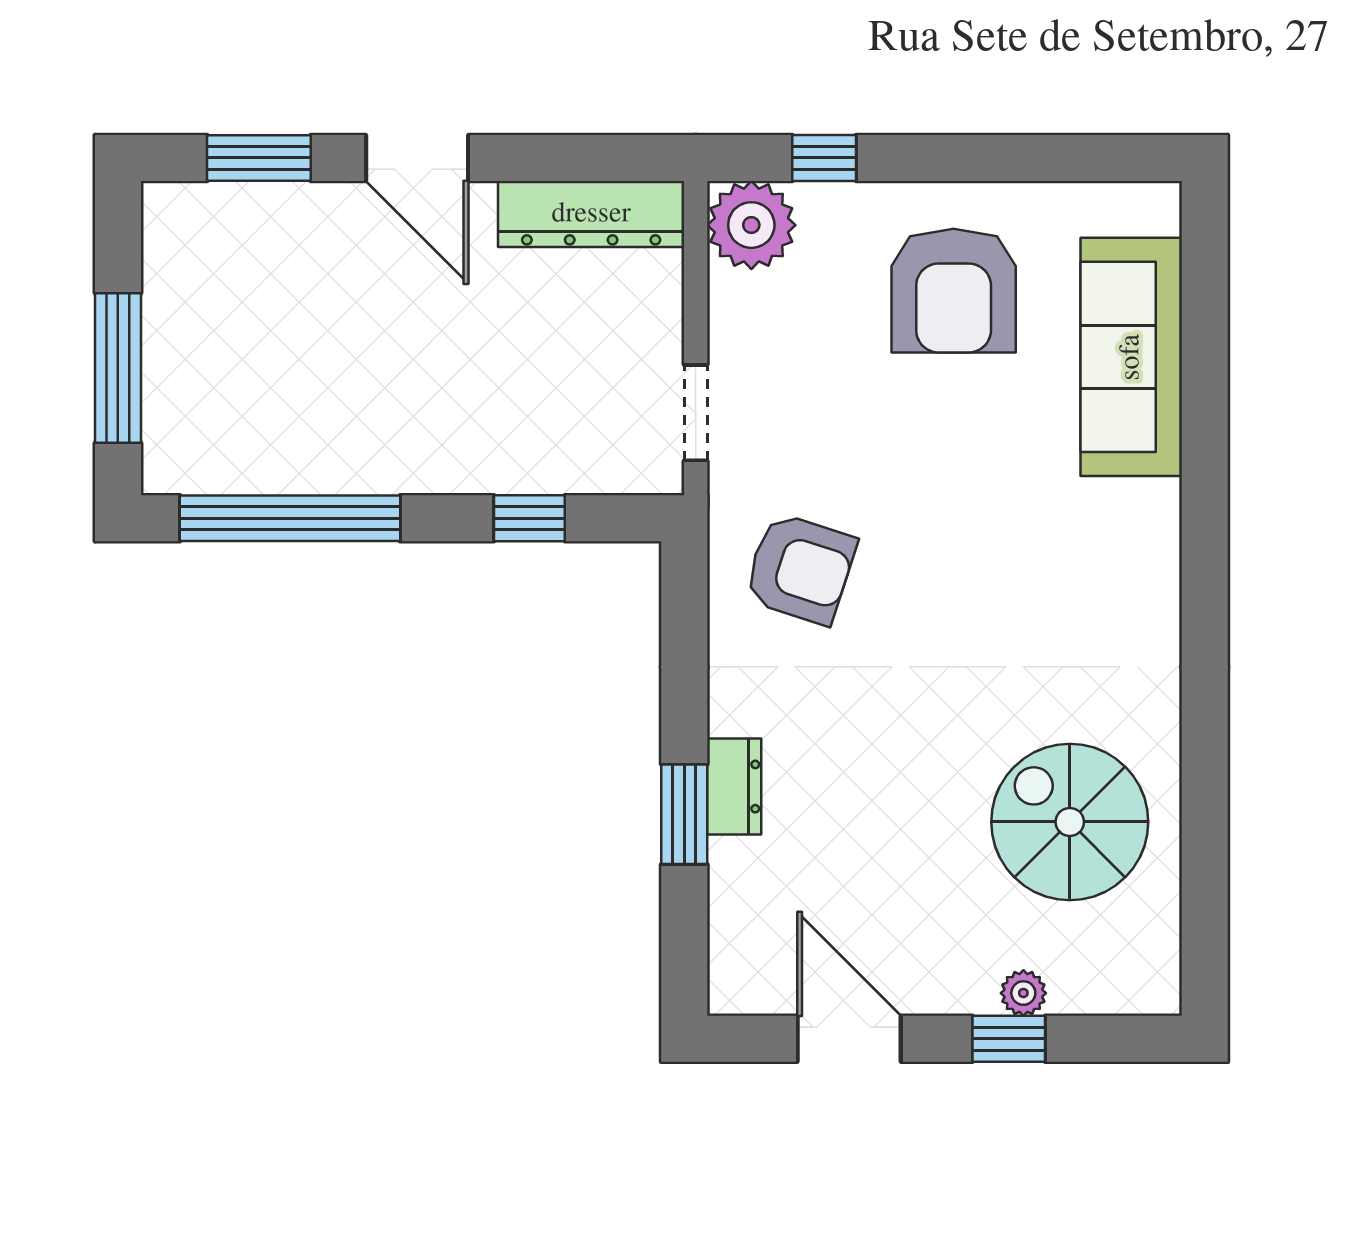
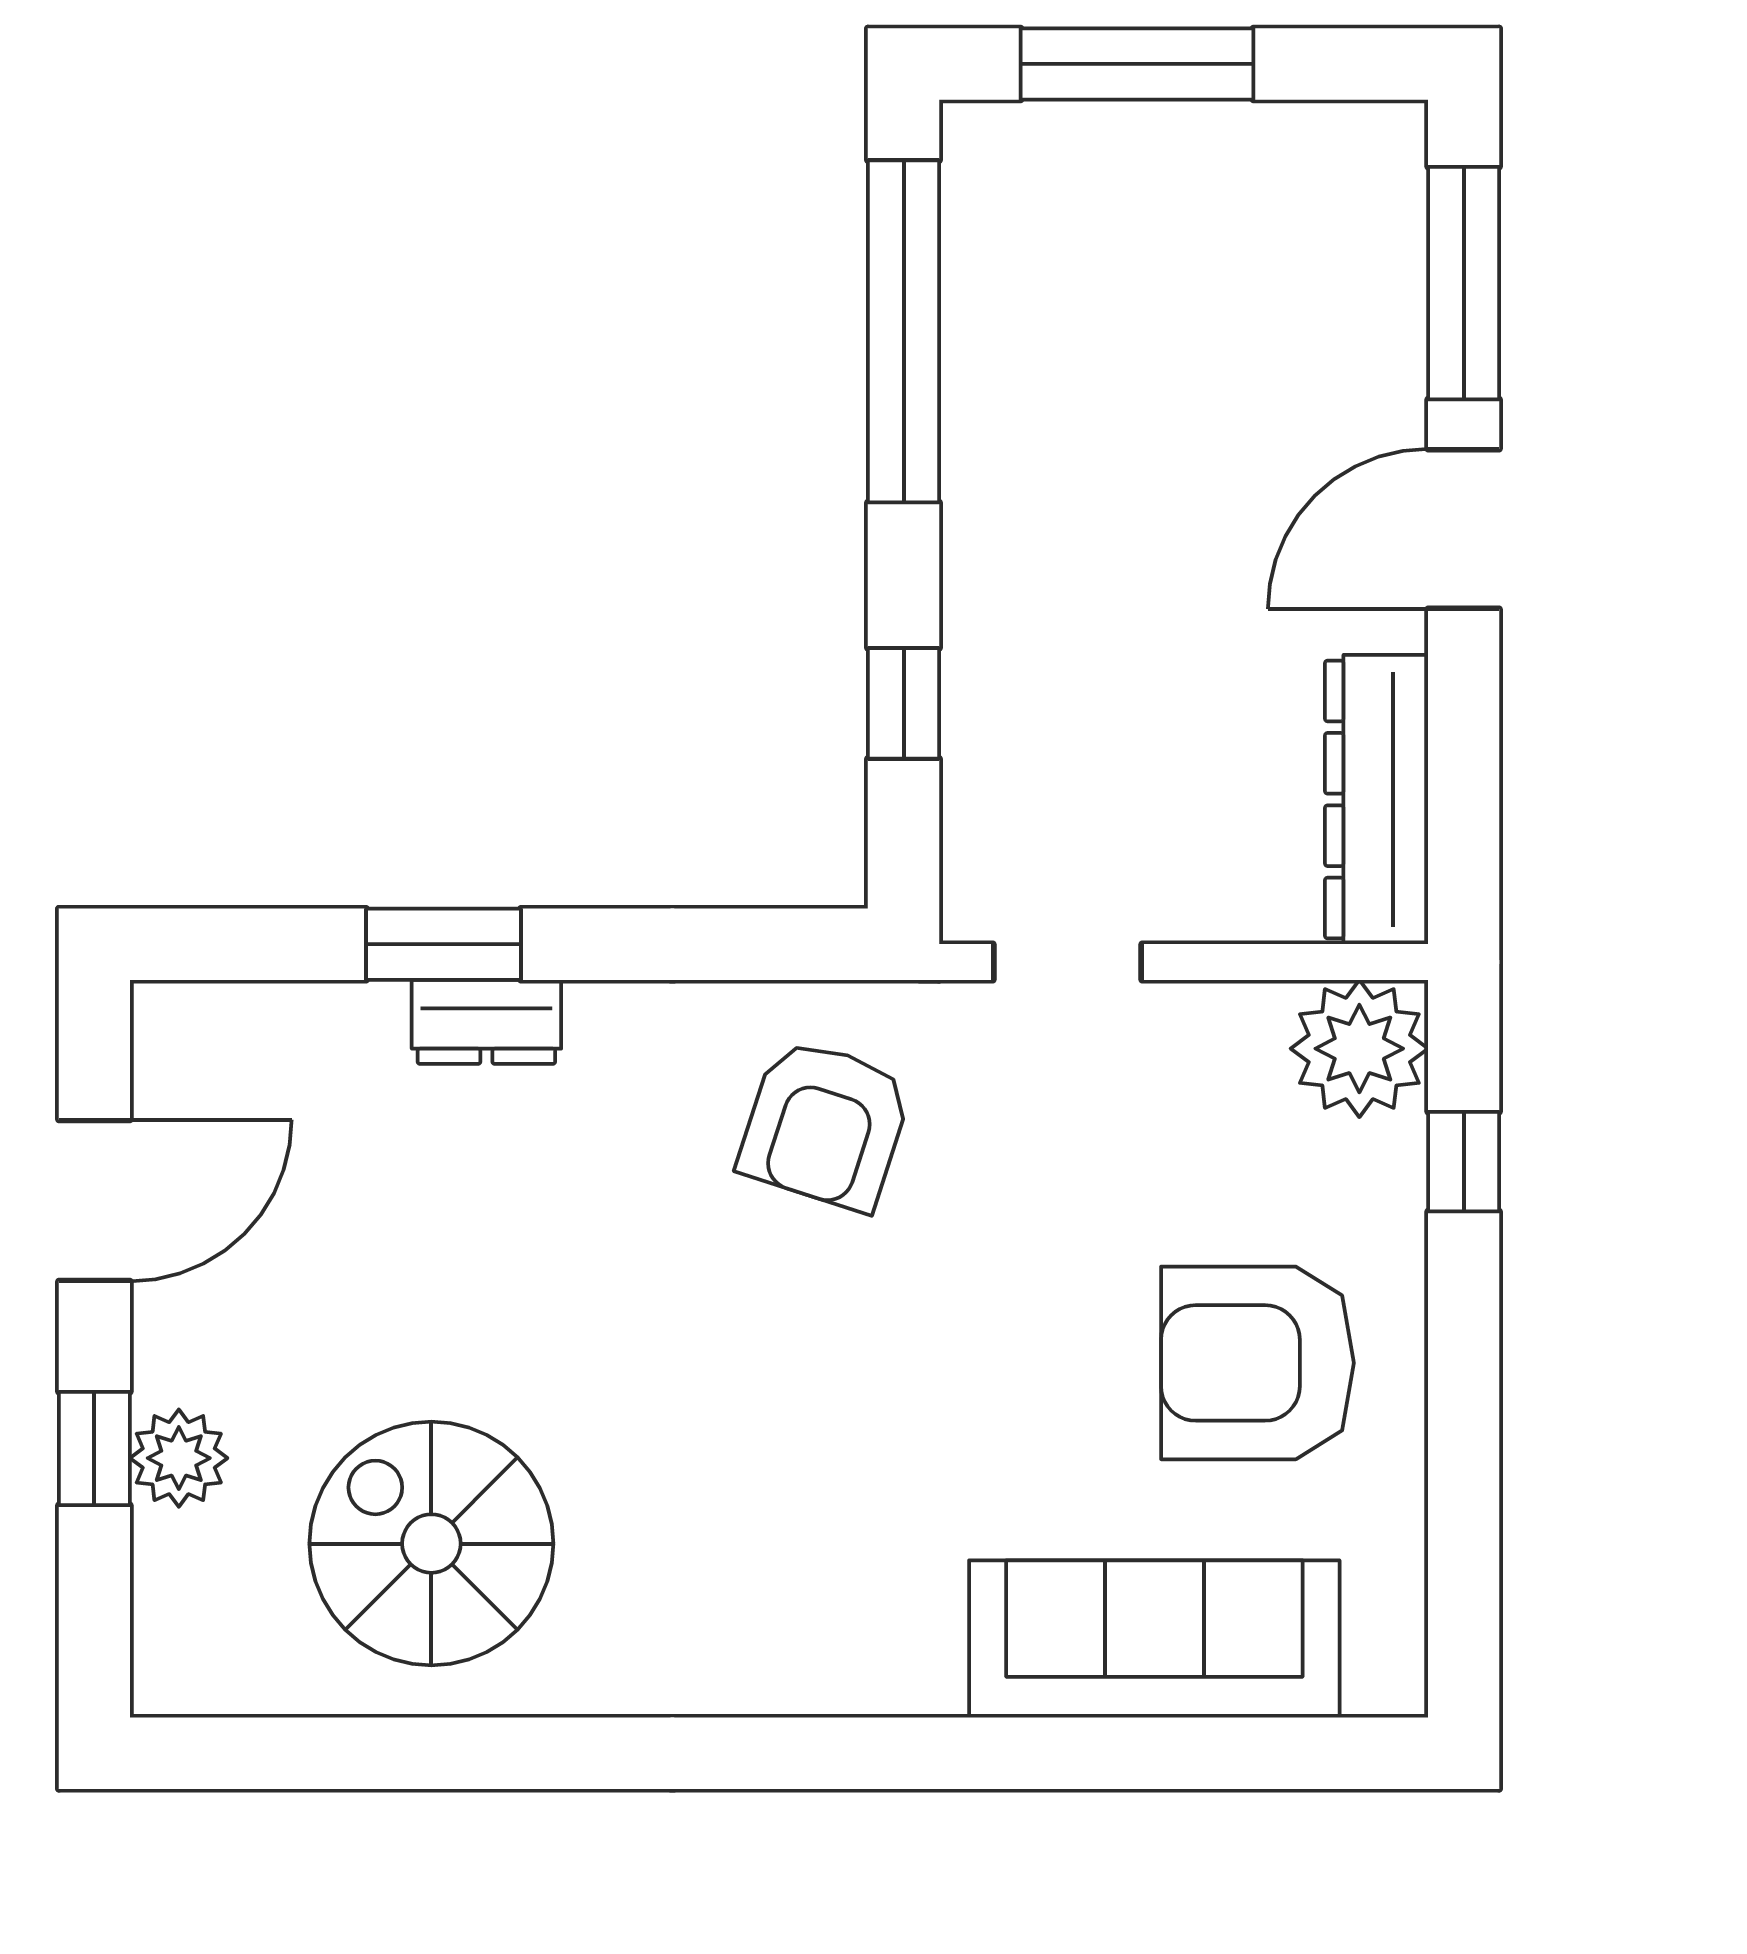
window: (259, 158) -> (1464, 283), width x1.44
spiral stairs: (1070, 822) -> (431, 1544), turned -90
plant: (1023, 993) -> (179, 1458), width x1.38, depth x1.38

